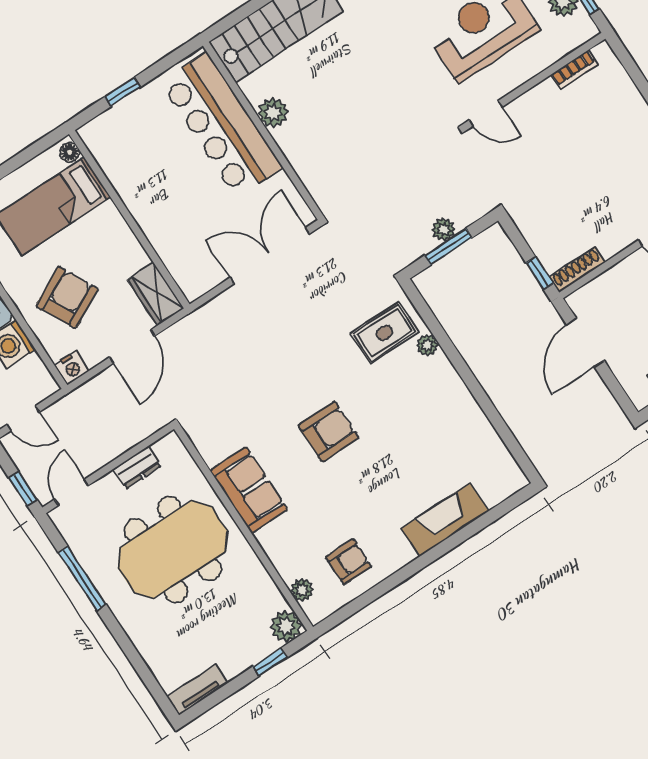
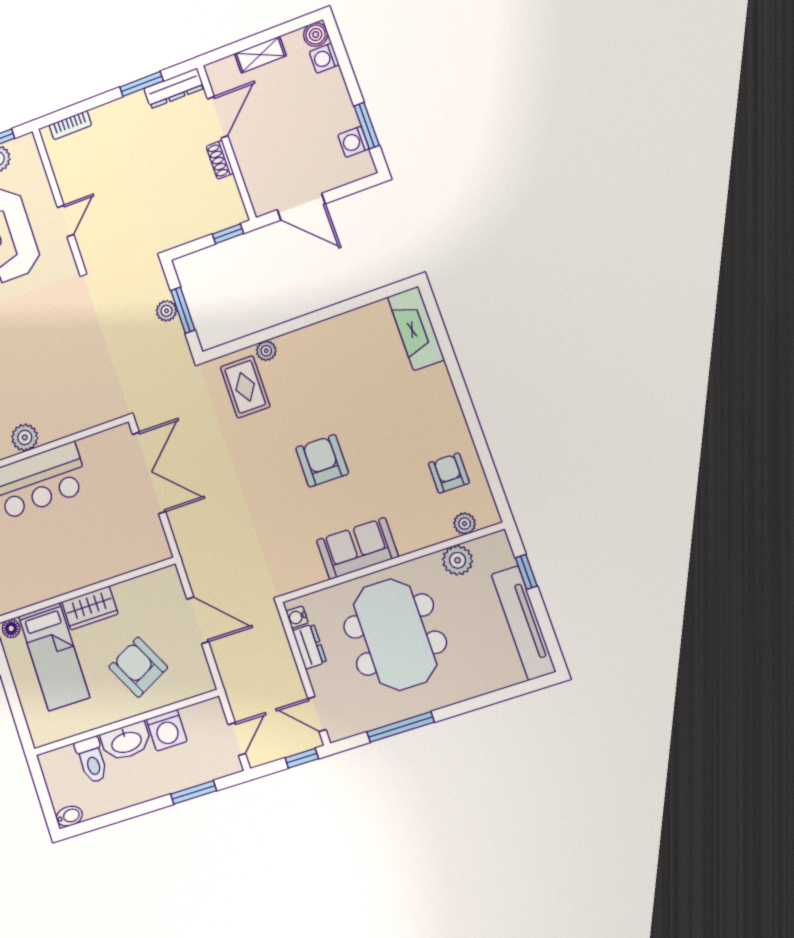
bookcase: (574, 70) -> (70, 125), moved, turned 90
door: (486, 113) -> (66, 221), moved
double door: (270, 256) -> (149, 473), swing flipped
shoe rack: (577, 270) -> (220, 160), moved, width x0.70
wardrobe: (156, 294) -> (90, 608), moved
nightstand: (72, 368) -> (202, 681), removed
water cooler: (163, 447) -> (297, 617), added
fireplace: (445, 520) -> (416, 328), moved
plant: (286, 626) -> (458, 560), moved
tv unit: (198, 690) -> (523, 623), width x1.92, depth x1.29

